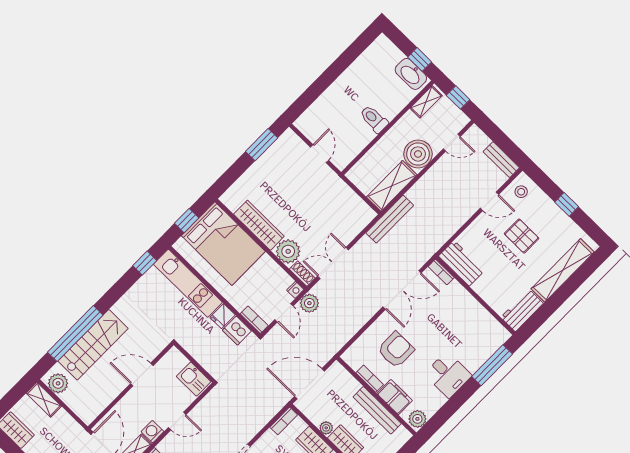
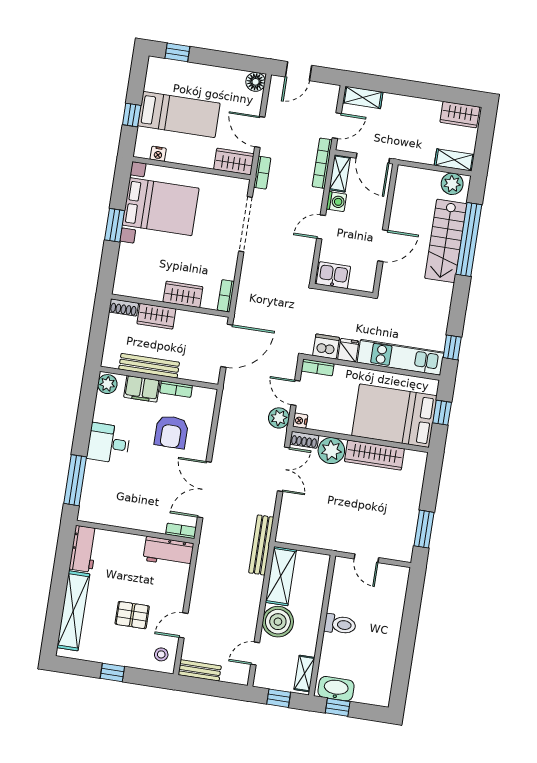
plant: (326, 428) -> (183, 317), removed

